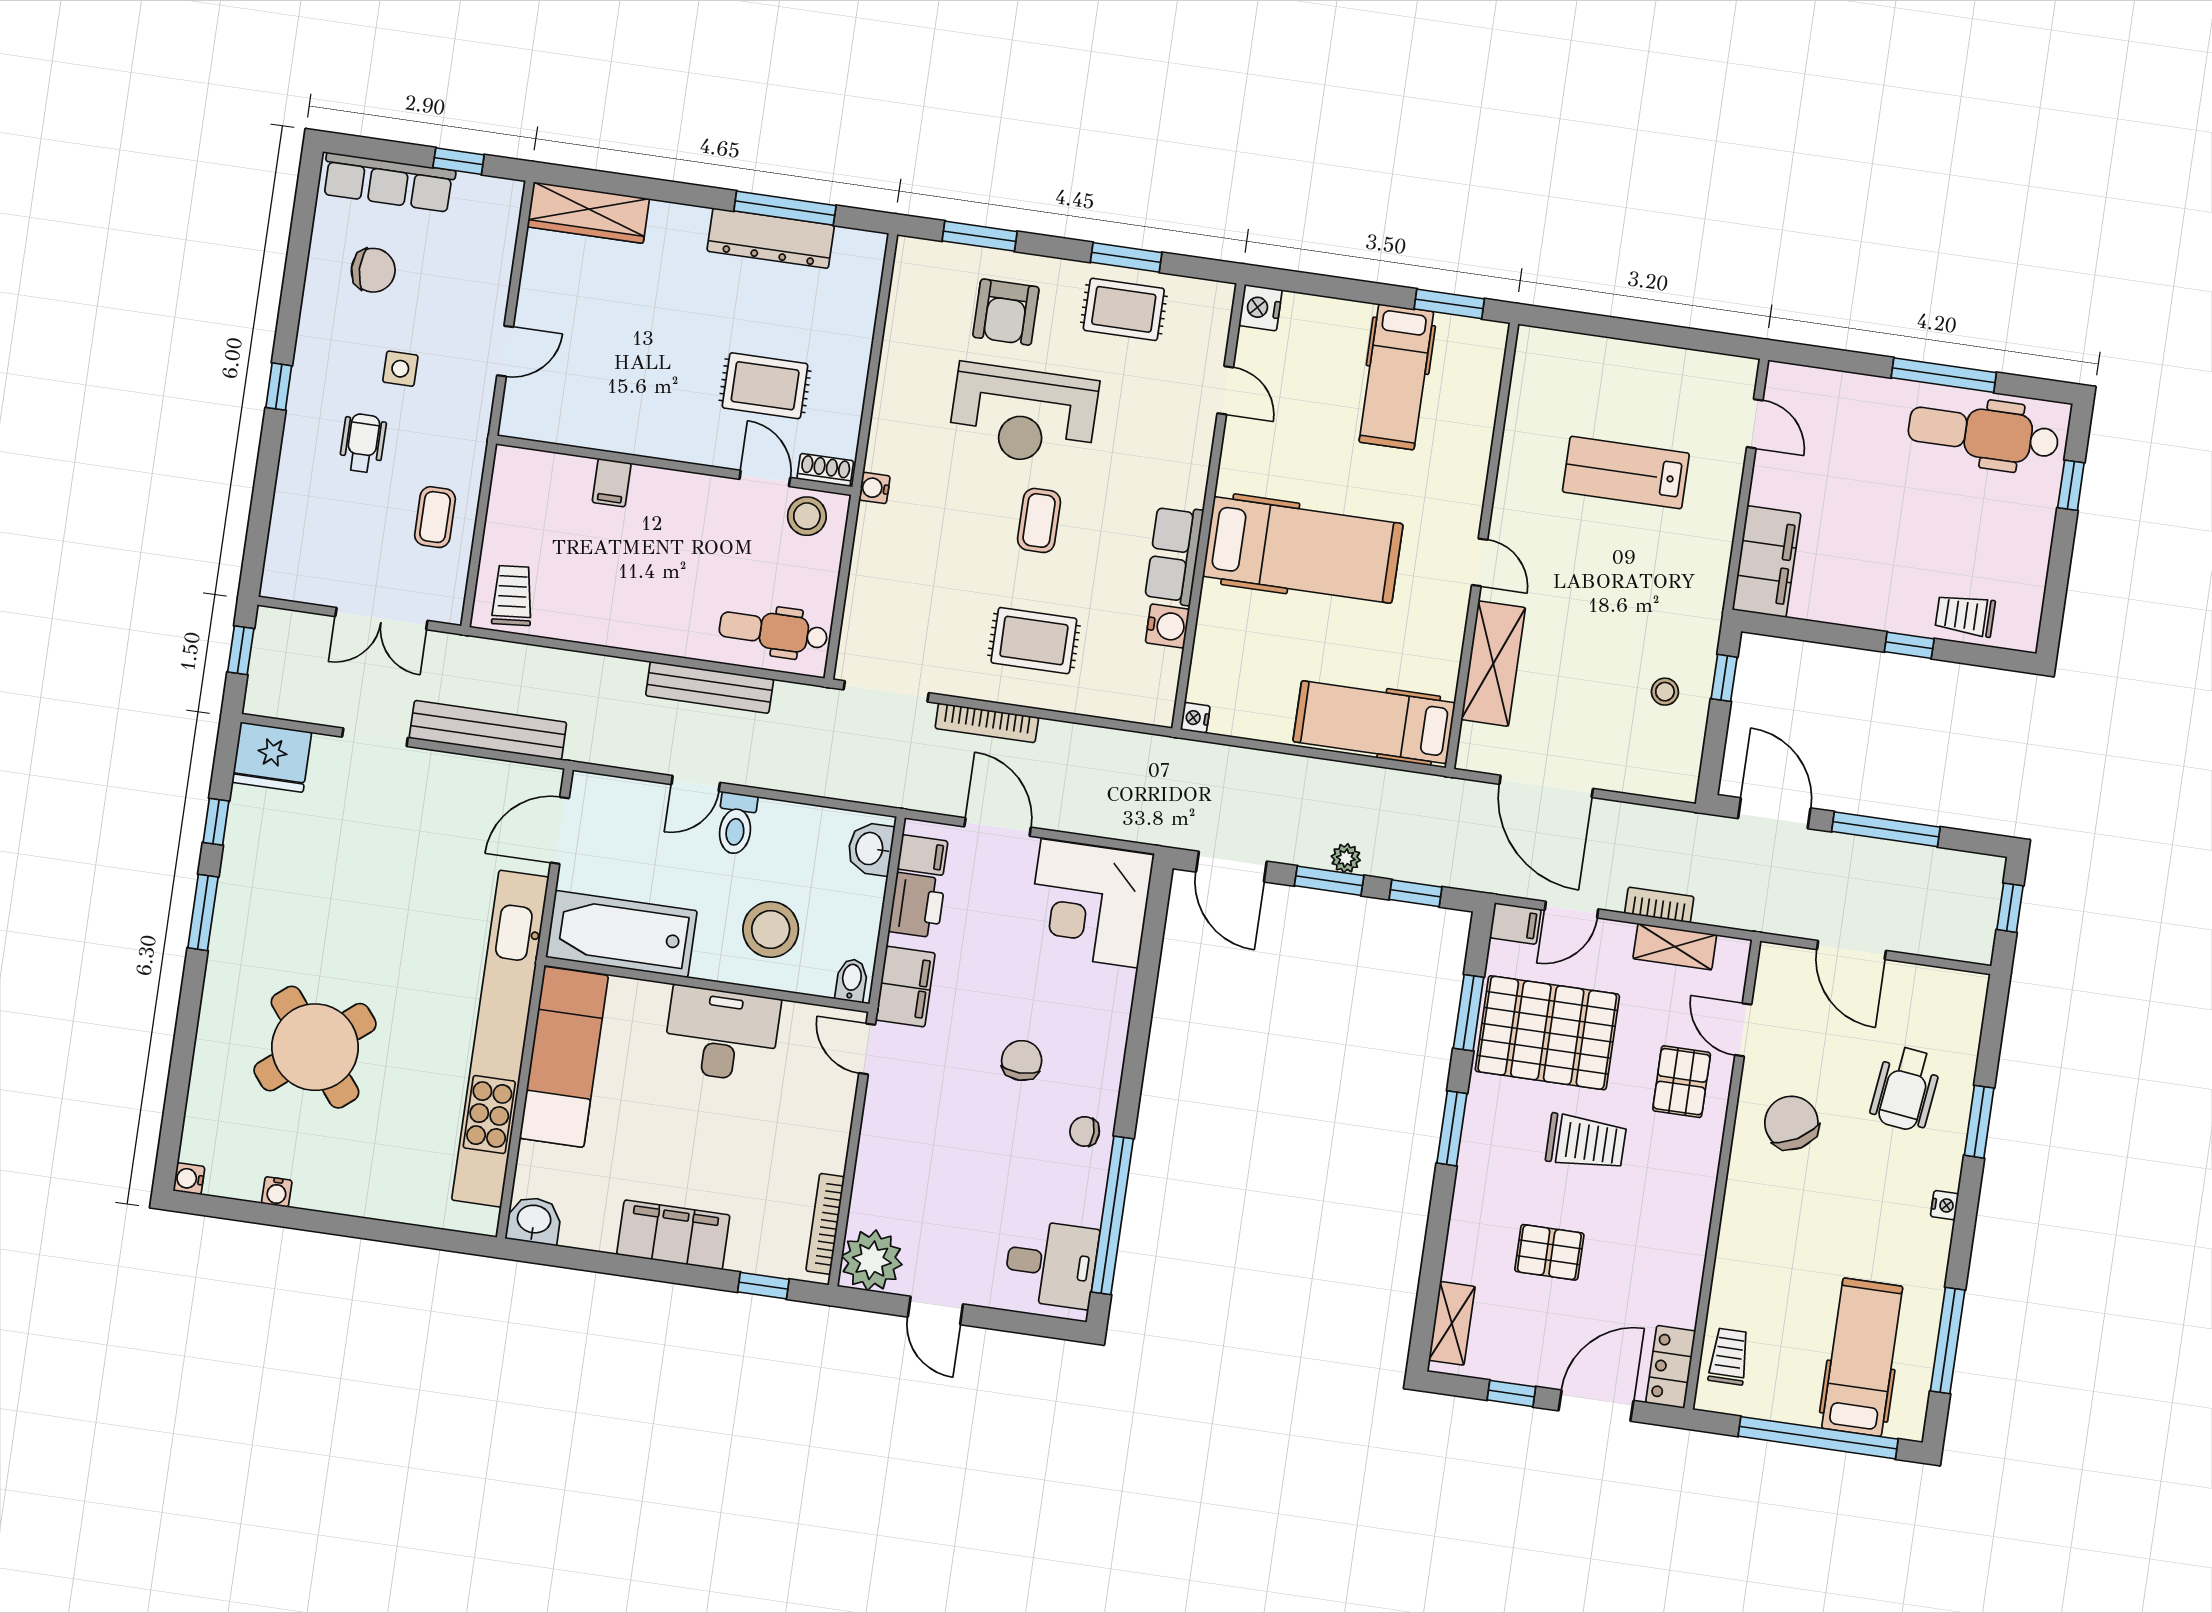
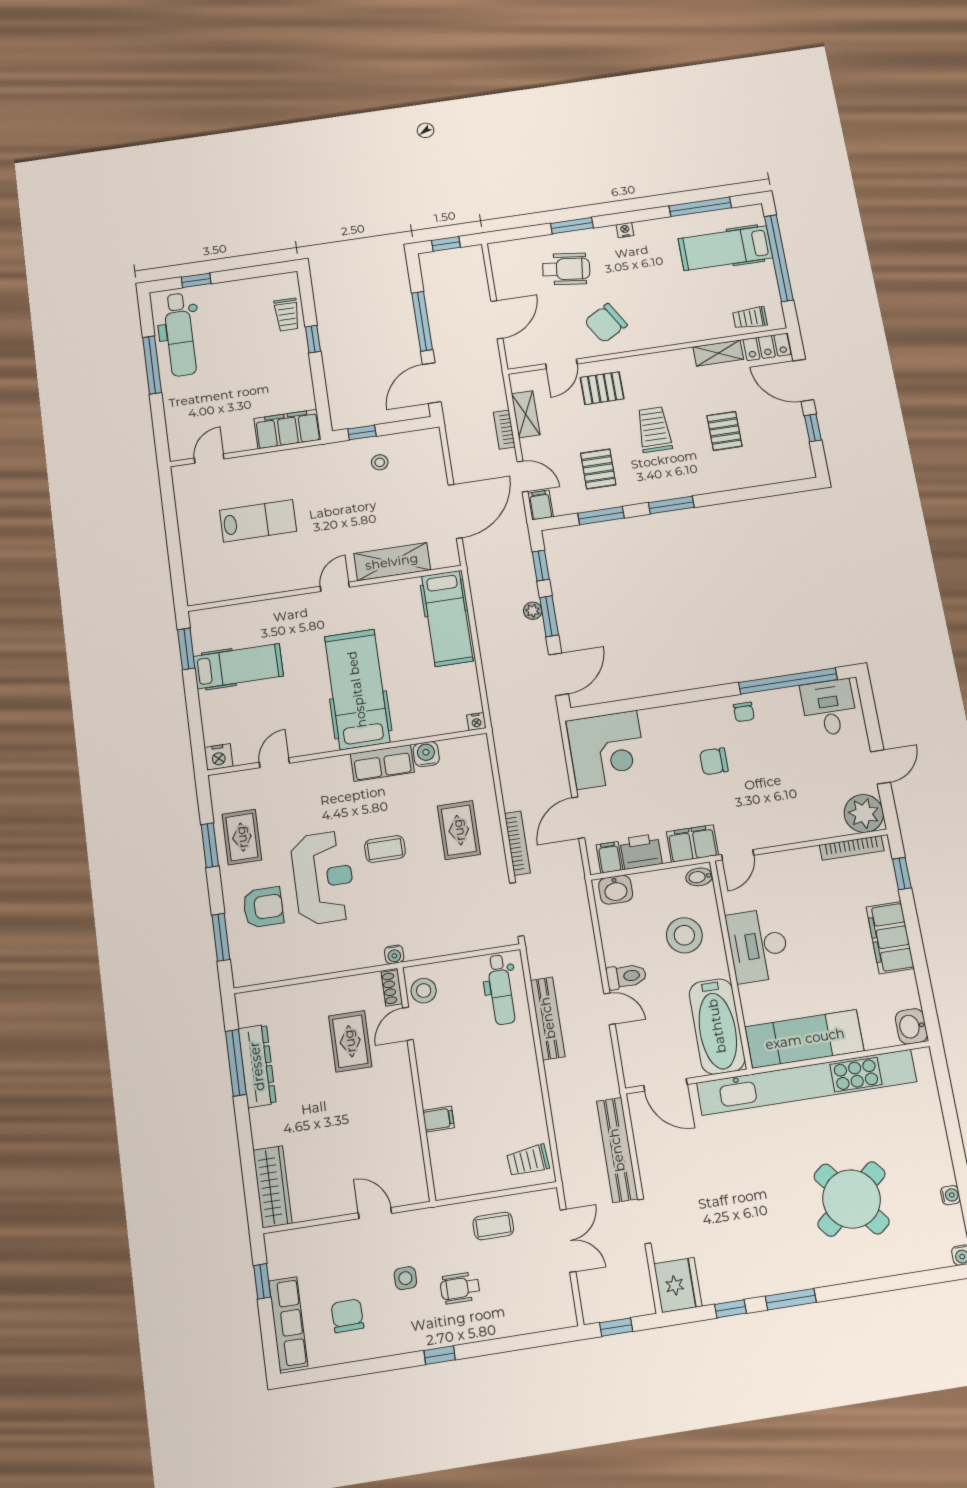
lab bench: (1626, 473) -> (258, 521), turned -90
pallet: (1547, 1033) -> (598, 469), width x0.49, depth x0.50
shelving: (1452, 1323) -> (718, 353), moved

